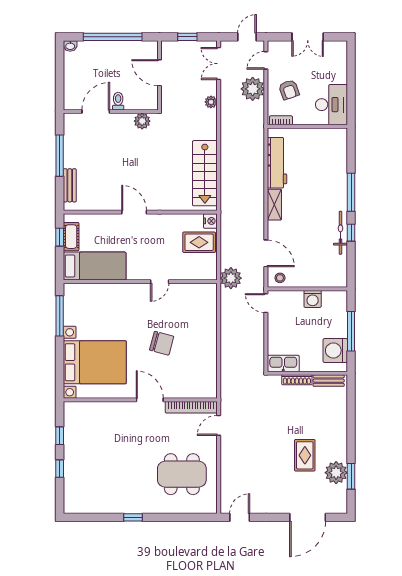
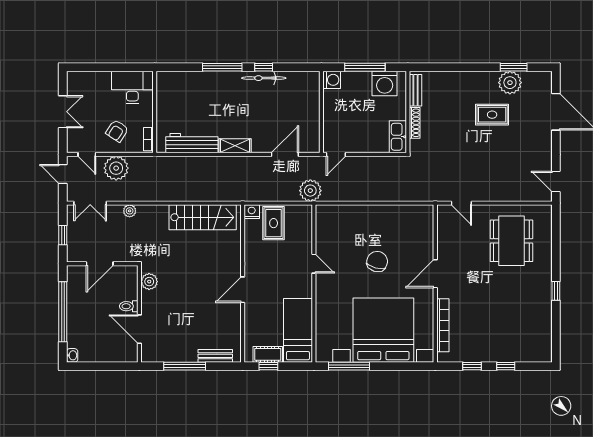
armchair: (289, 90) -> (117, 131), turned 142
stool: (280, 278) -> (310, 140), removed
washing machine: (313, 299) -> (332, 80), moved
bed with nightstands: (95, 362) -> (383, 330), width x1.36
bookcase: (191, 407) -> (443, 325), moved

